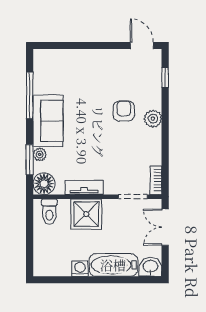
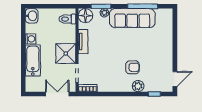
plant: (153, 119) -> (138, 86), moved
sofa: (48, 121) -> (132, 18), width x1.36
shower: (86, 214) -> (66, 53), moved
washbasin: (150, 267) -> (32, 16), moved

